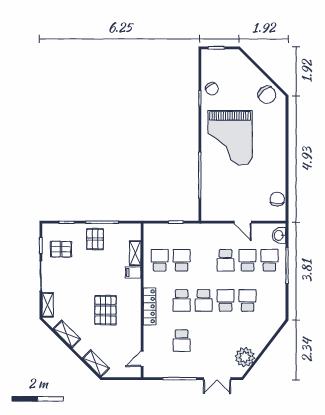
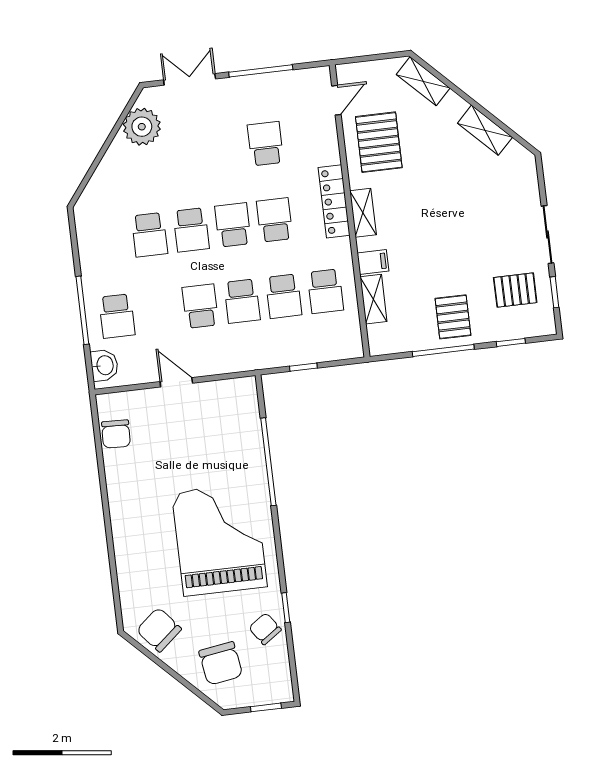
chair: (237, 74) -> (221, 663), added
school desk: (248, 260) -> (242, 301), moved
shelving: (48, 305) -> (363, 213), moved
pallet: (105, 310) -> (379, 142), moved

